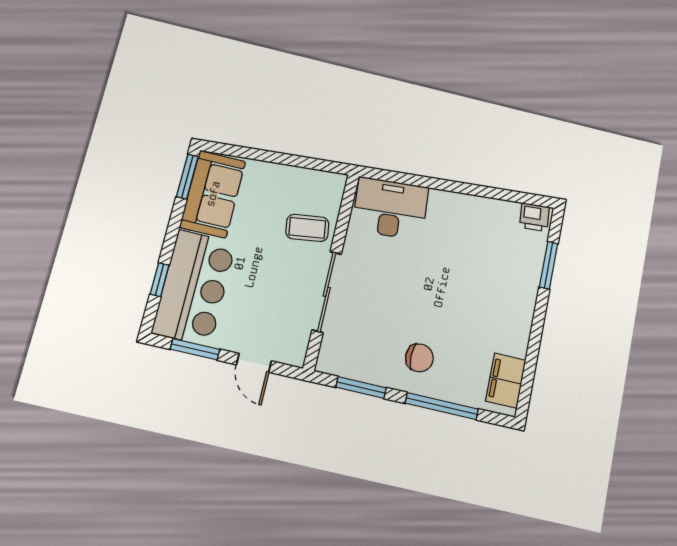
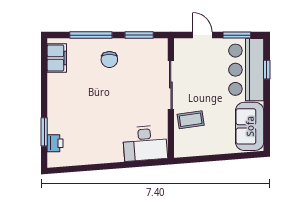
window: (187, 177) -> (267, 133), removed
printer: (534, 217) -> (55, 143), moved, turned 94
chair: (419, 358) -> (109, 60), turned -90

